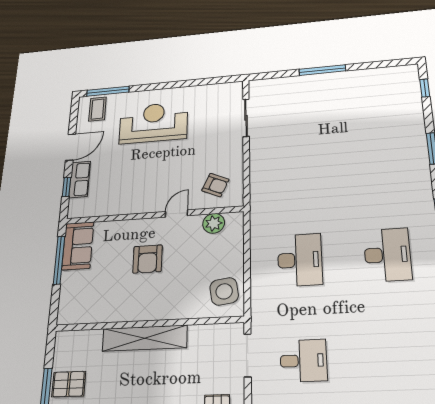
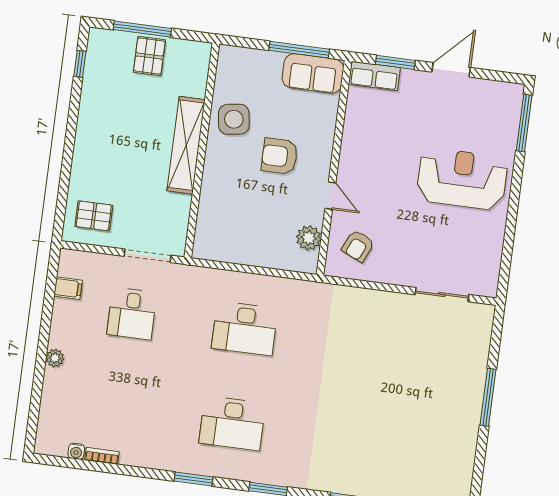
coffee table: (98, 109) -> (500, 108), removed
reception desk: (153, 123) -> (462, 179), turned -90
door: (71, 147) -> (451, 70), swing flipped
row of seats: (80, 179) -> (374, 76), moved
window: (67, 187) -> (395, 62), width x1.50
side table: (224, 291) -> (234, 119), moved

